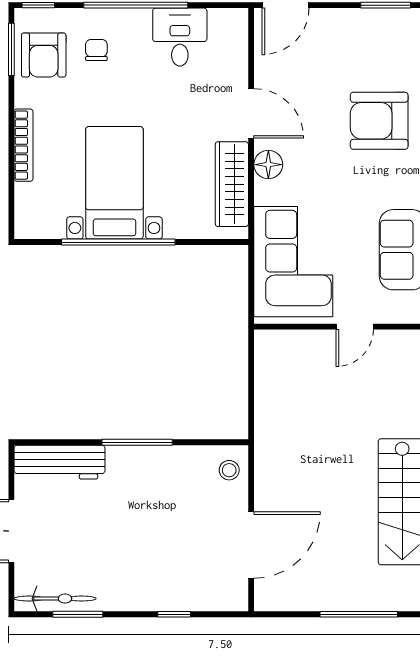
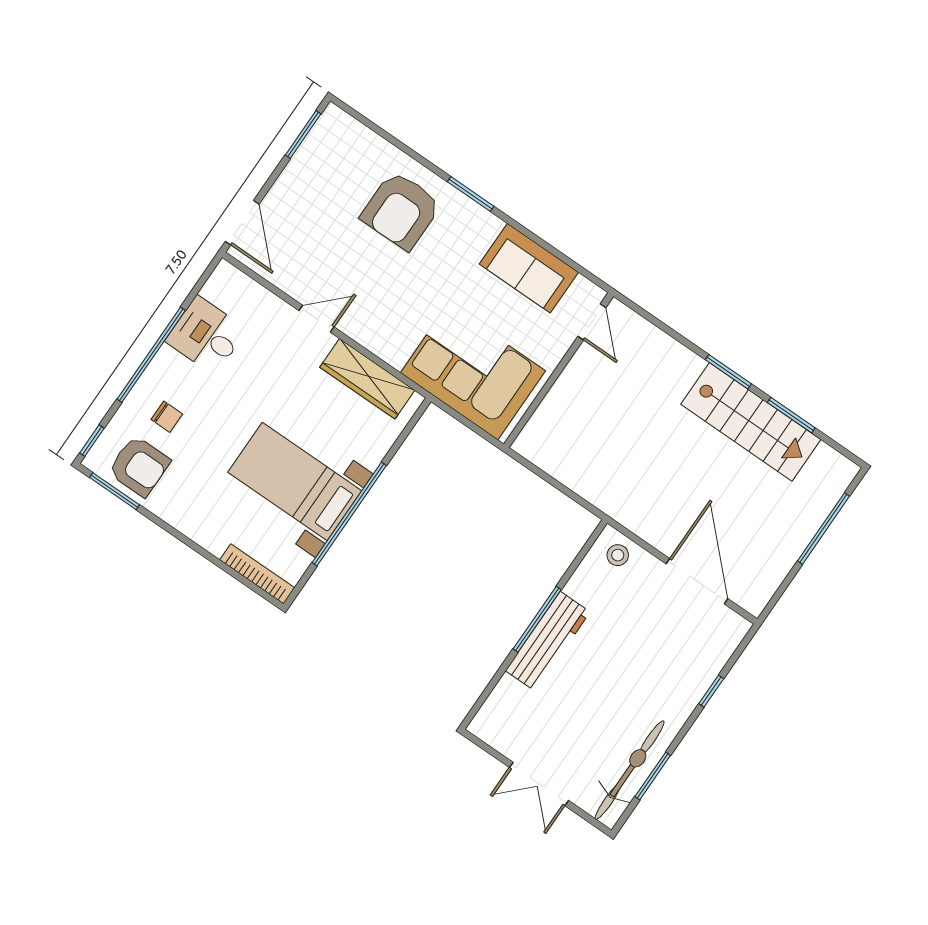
chair: (96, 50) -> (167, 417), turned 180
door: (251, 113) -> (317, 319), width x0.73
bookcase: (24, 145) -> (257, 574), moved
floor lamp: (268, 165) -> (372, 335), removed
door: (355, 327) -> (592, 322), moved
workbench: (60, 462) -> (548, 641), moved
bicycle: (55, 599) -> (630, 770), width x1.37, depth x1.40

